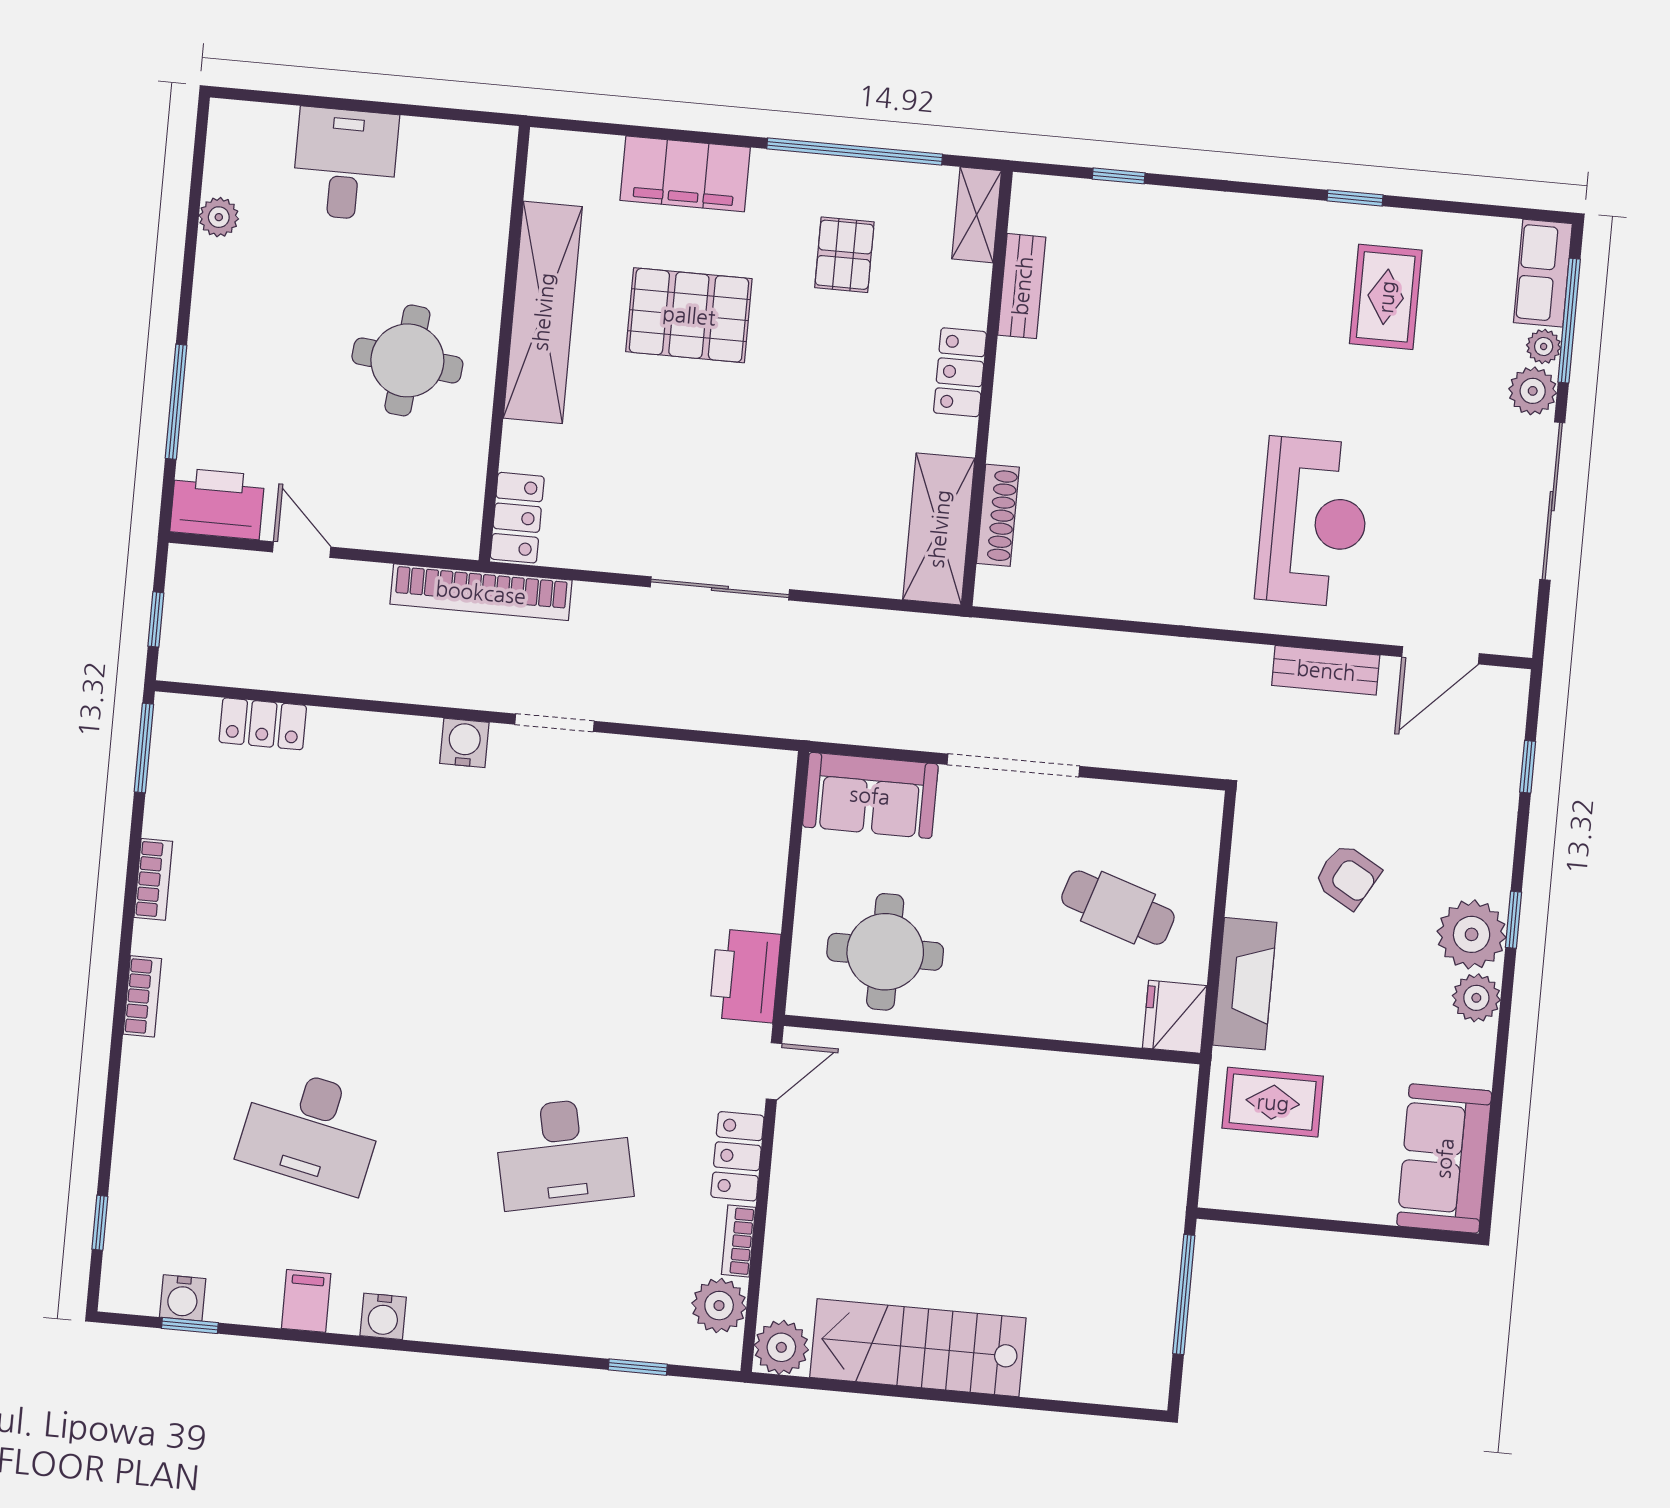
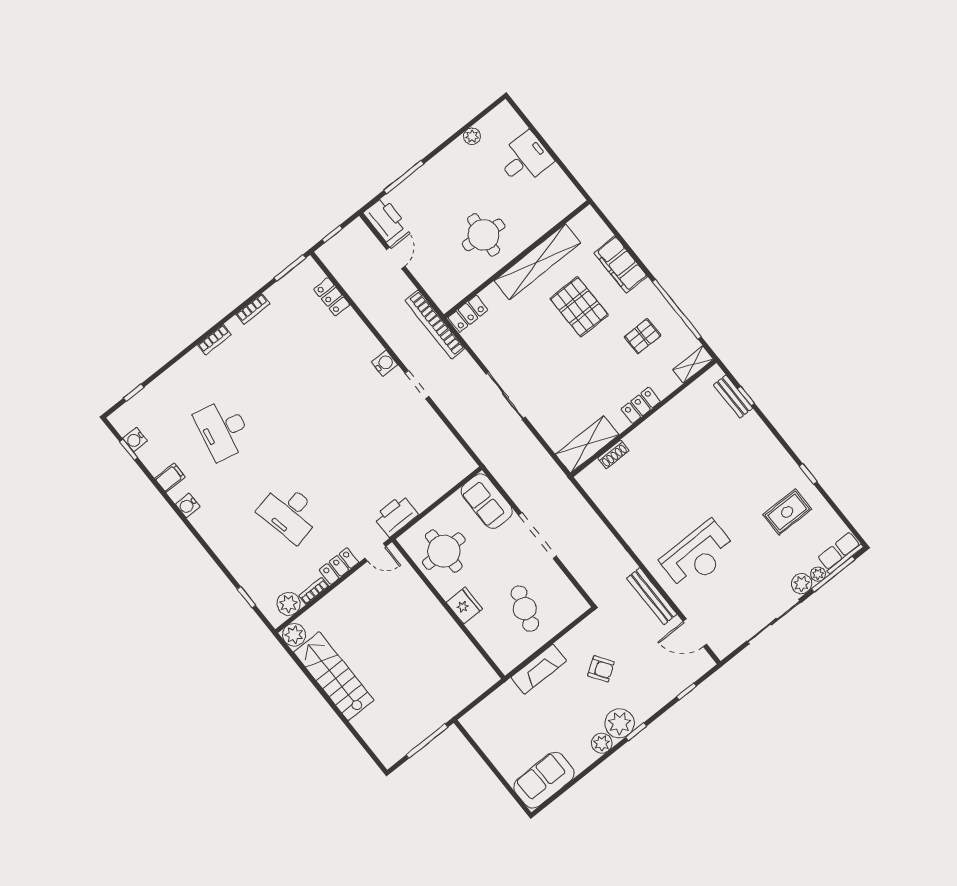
bench: (1022, 286) -> (733, 397), moved, turned 90
shoe rack: (998, 515) -> (613, 454), width x0.70
bench: (1326, 670) -> (652, 596), width x1.36
armchair: (1347, 876) -> (601, 669), turned -64
fridge: (1175, 1017) -> (464, 605), moved, turned 90
rug: (1273, 1102) -> (511, 712), removed

